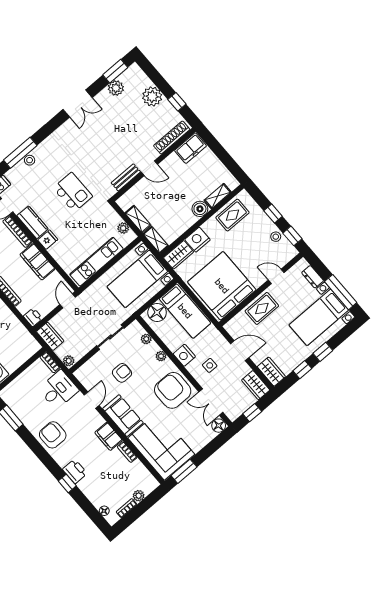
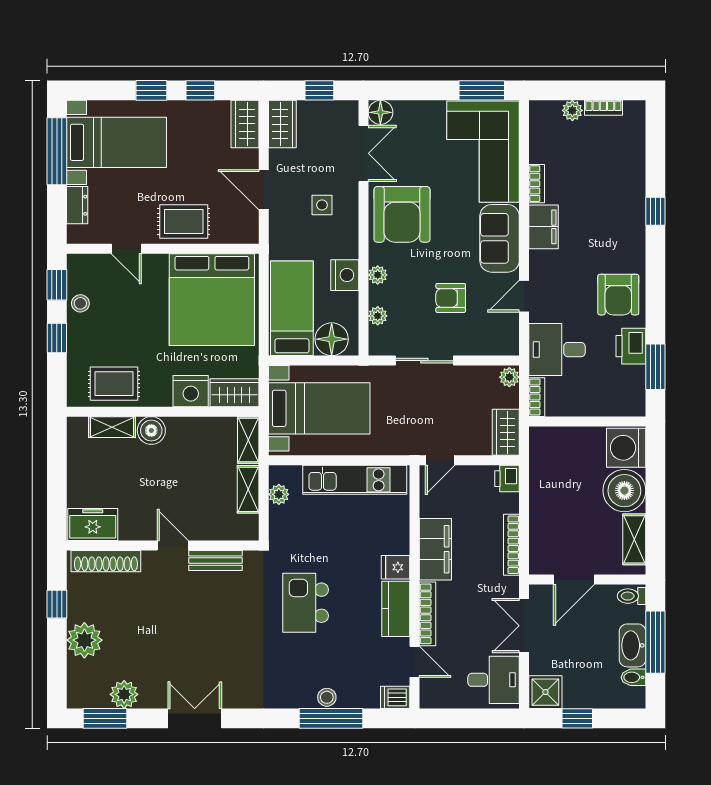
nightstand: (184, 355) -> (345, 275), moved
printer: (75, 471) -> (631, 346), moved
floor lamp: (104, 511) -> (637, 130), removed

